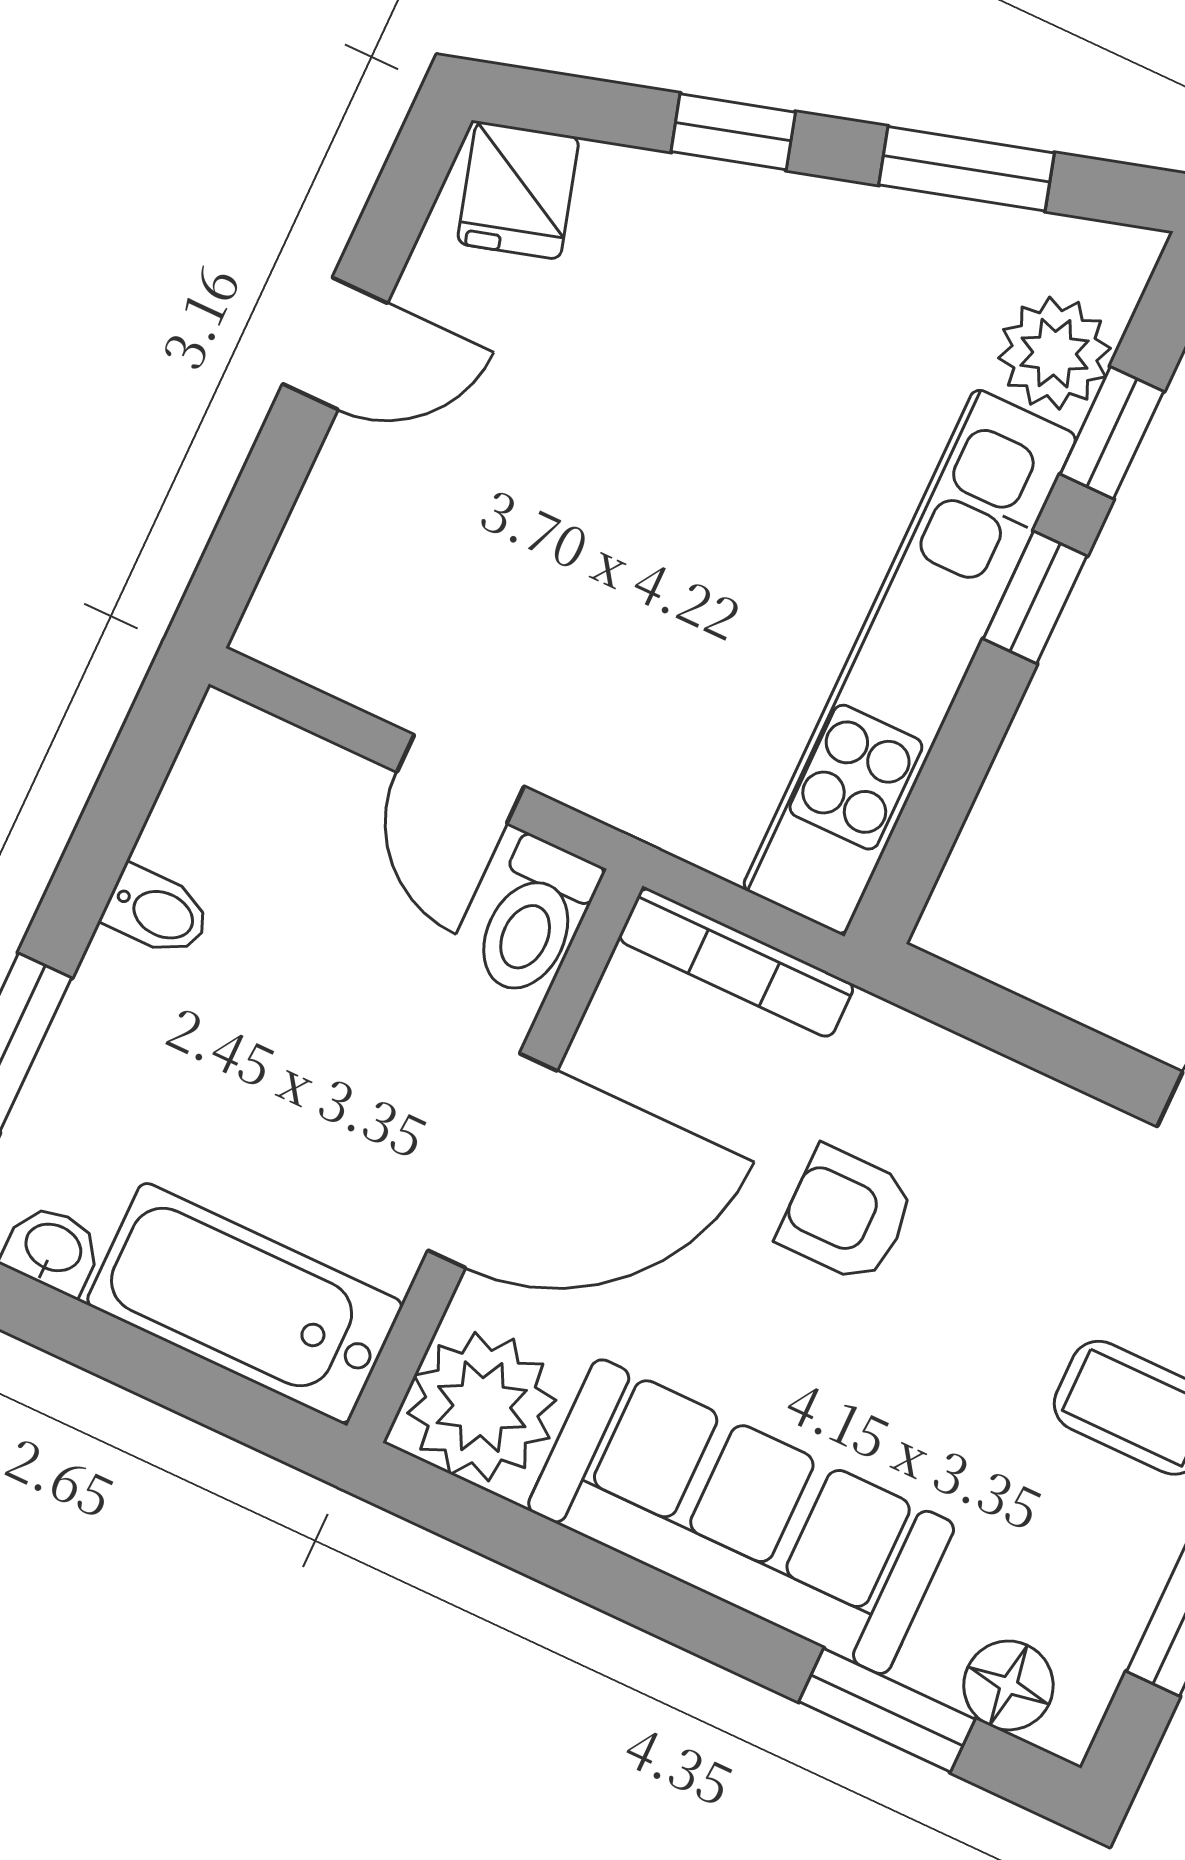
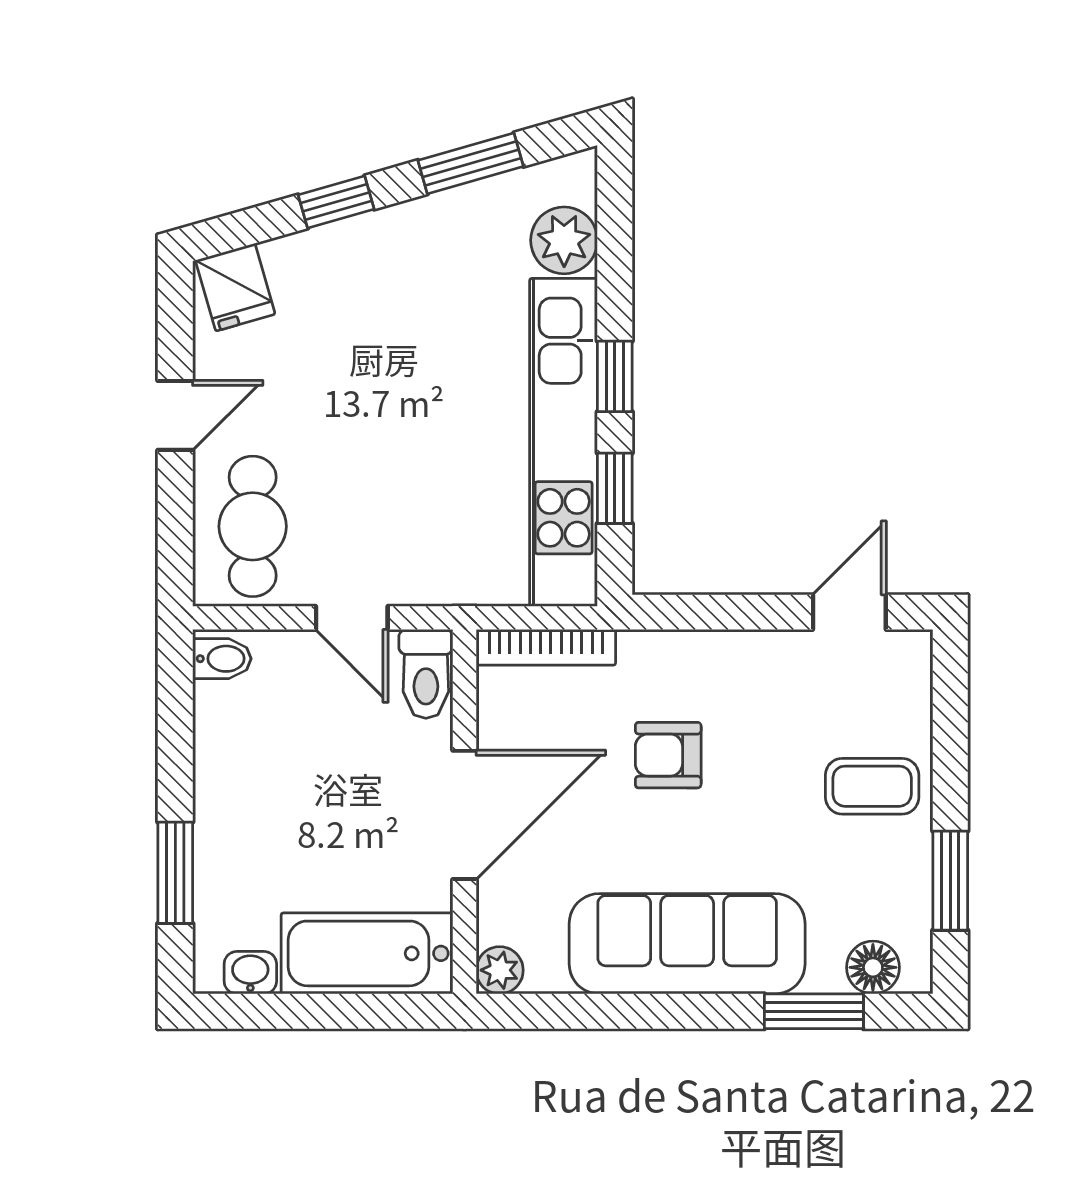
window: (1112, 433) -> (615, 488), moved
cafe table: (374, 568) -> (253, 526), added
bidet: (157, 912) -> (222, 659), moved
plant: (482, 1407) -> (500, 970), width x0.53, depth x0.53

